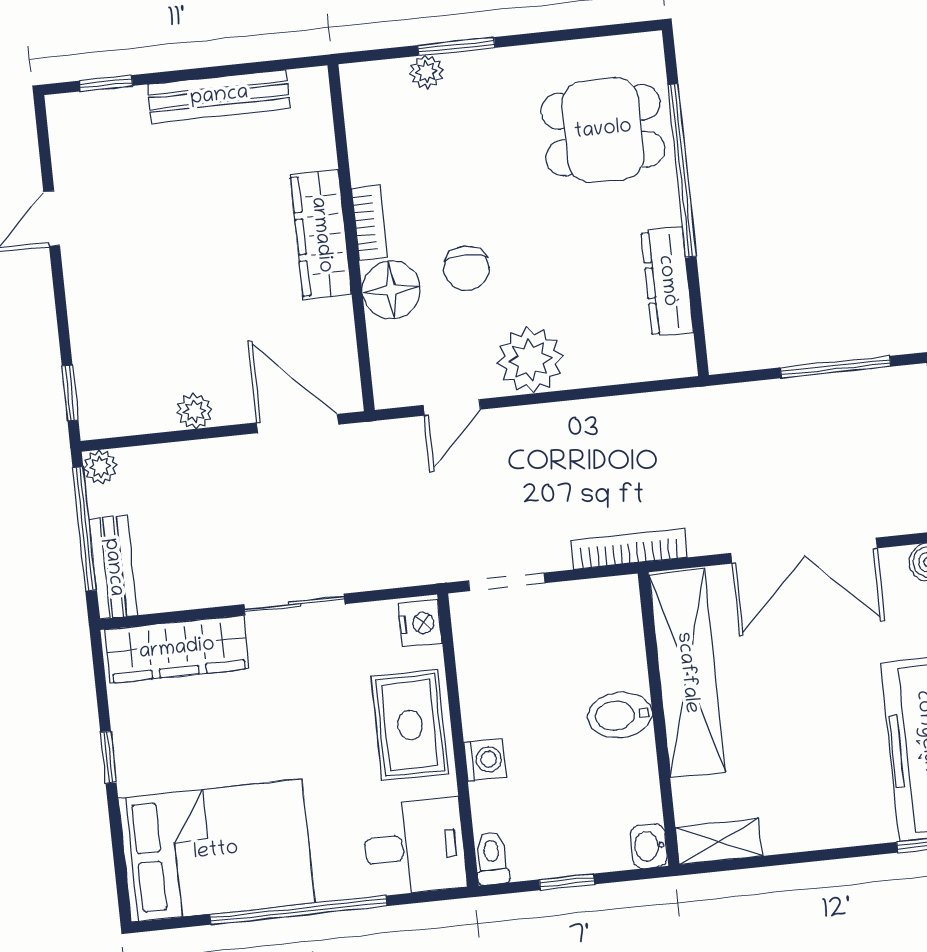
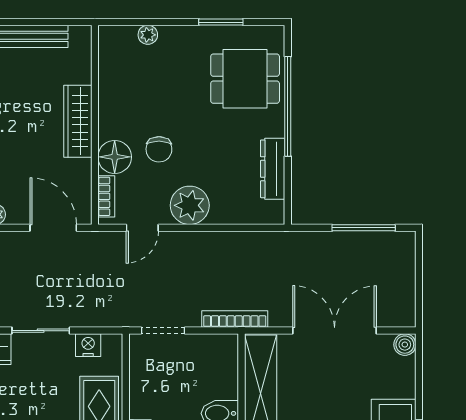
window: (456, 46) -> (221, 22), moved
bookcase: (369, 223) -> (106, 196), moved
double door: (804, 551) -> (335, 331), swing flipped
nightstand: (420, 623) -> (88, 345), moved, turned -90

